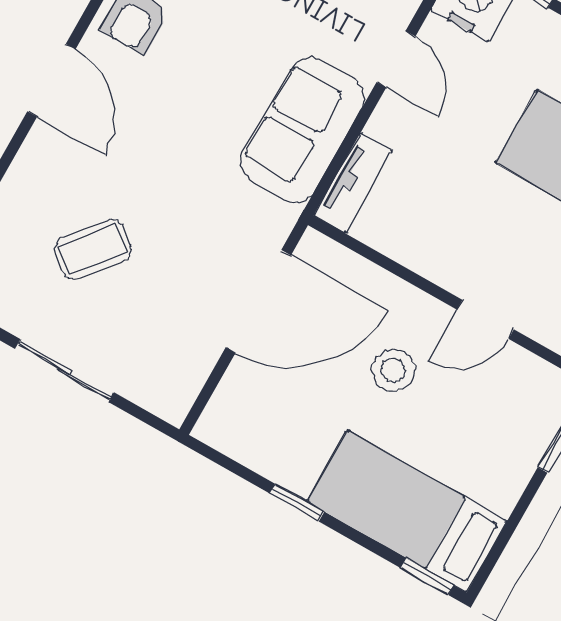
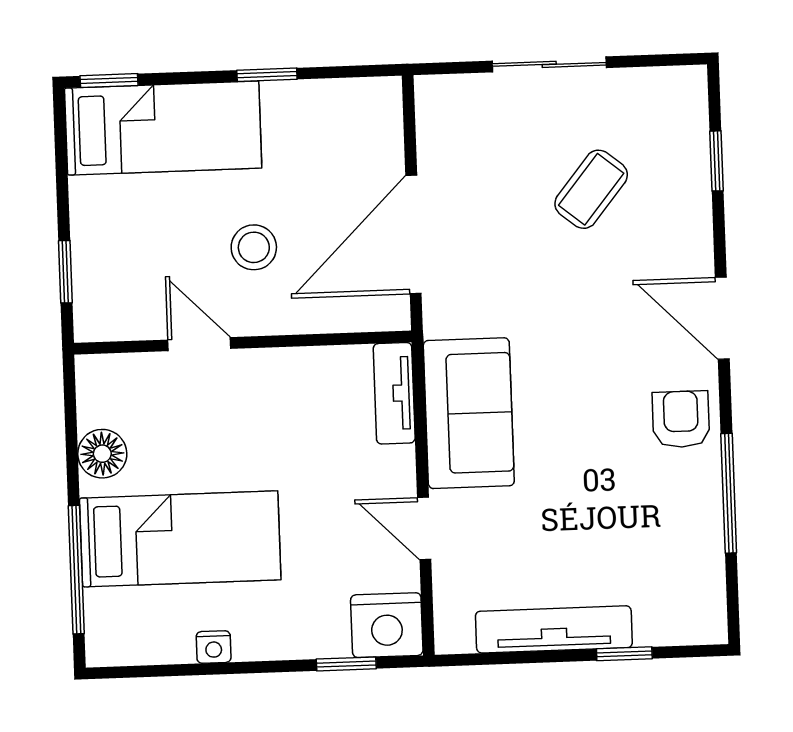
door: (485, 319) -> (199, 344), hinge flipped

